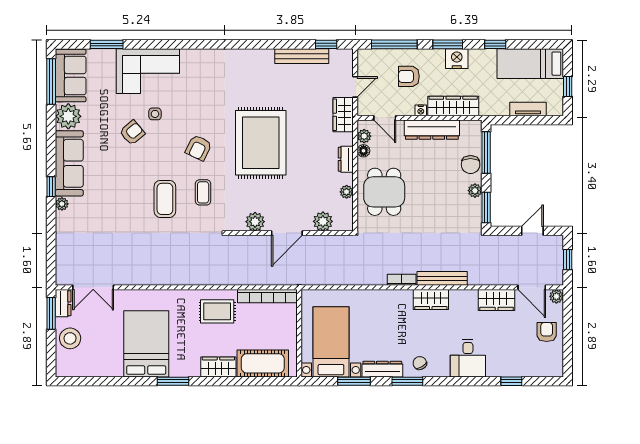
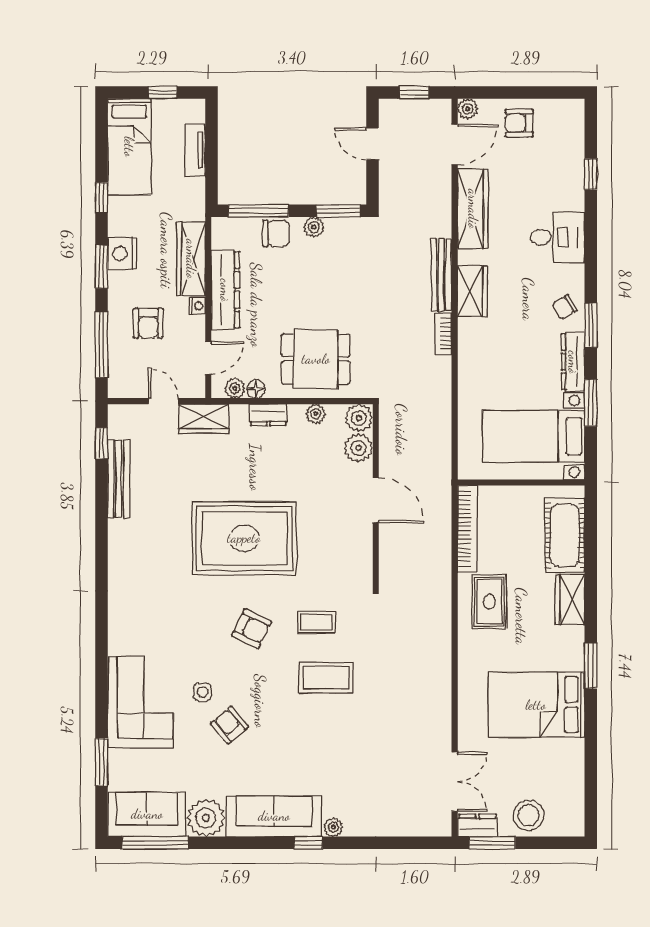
plant: (255, 222) -> (359, 418), moved
wardrobe: (497, 300) -> (473, 209), width x1.50

